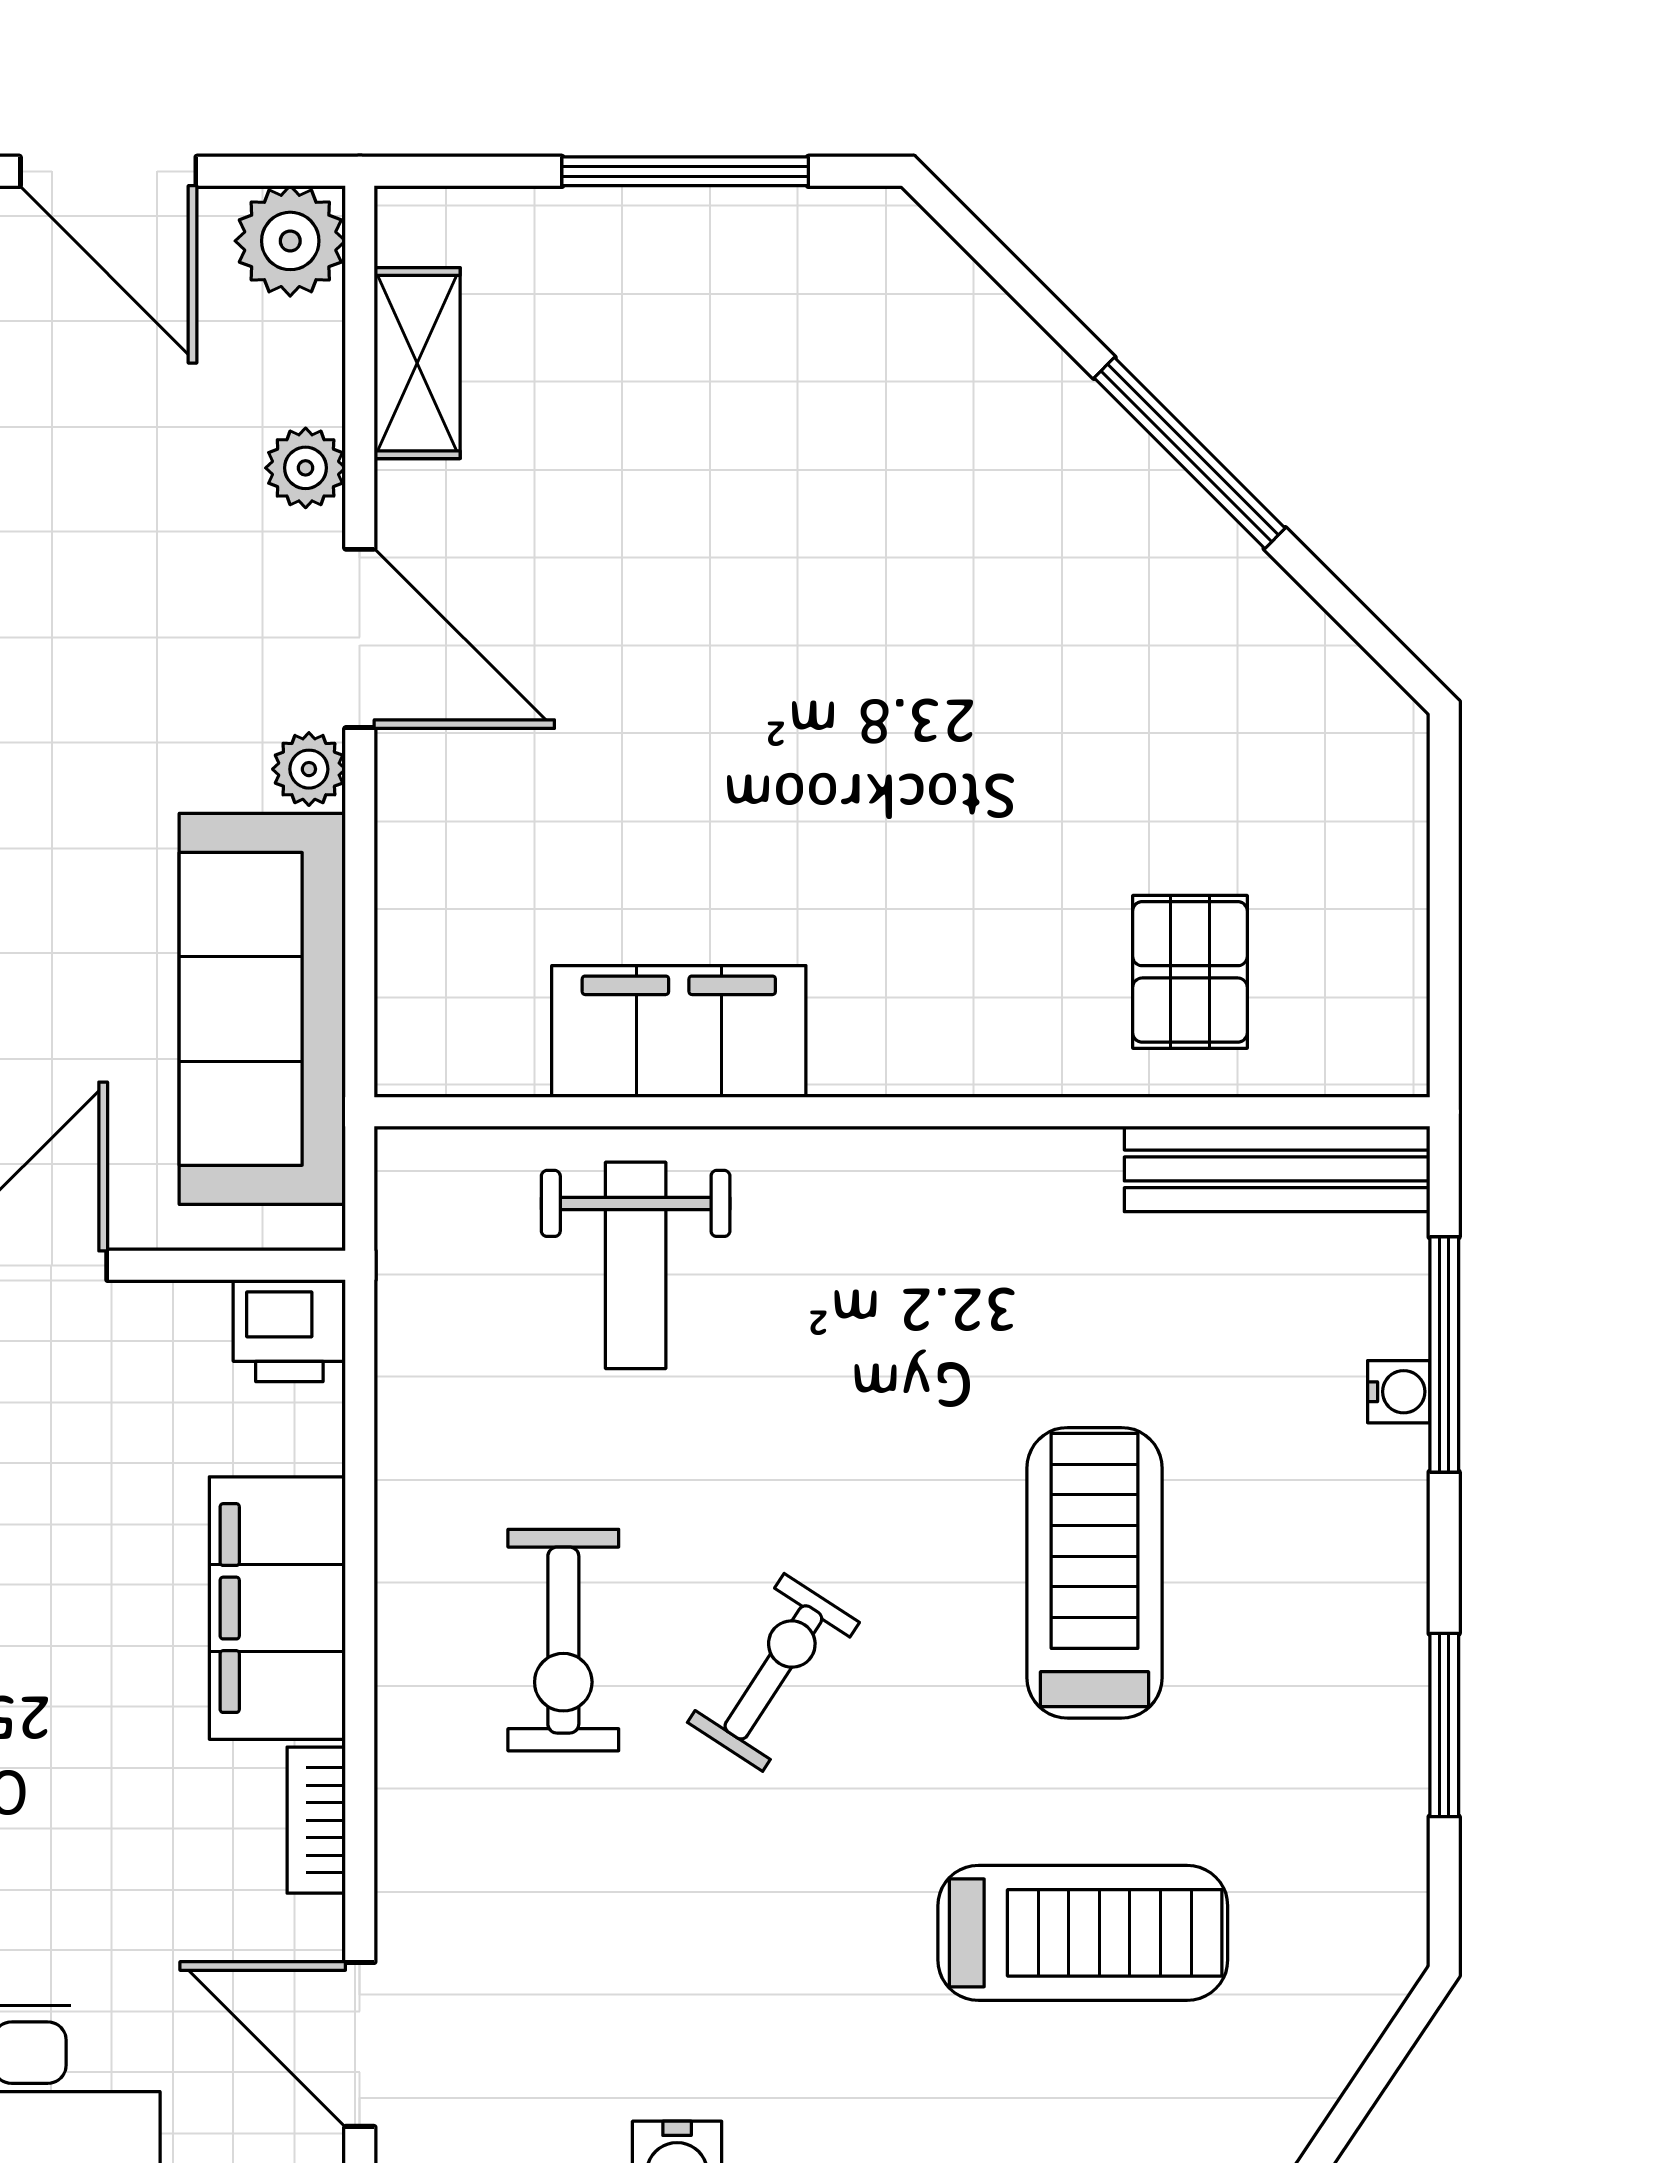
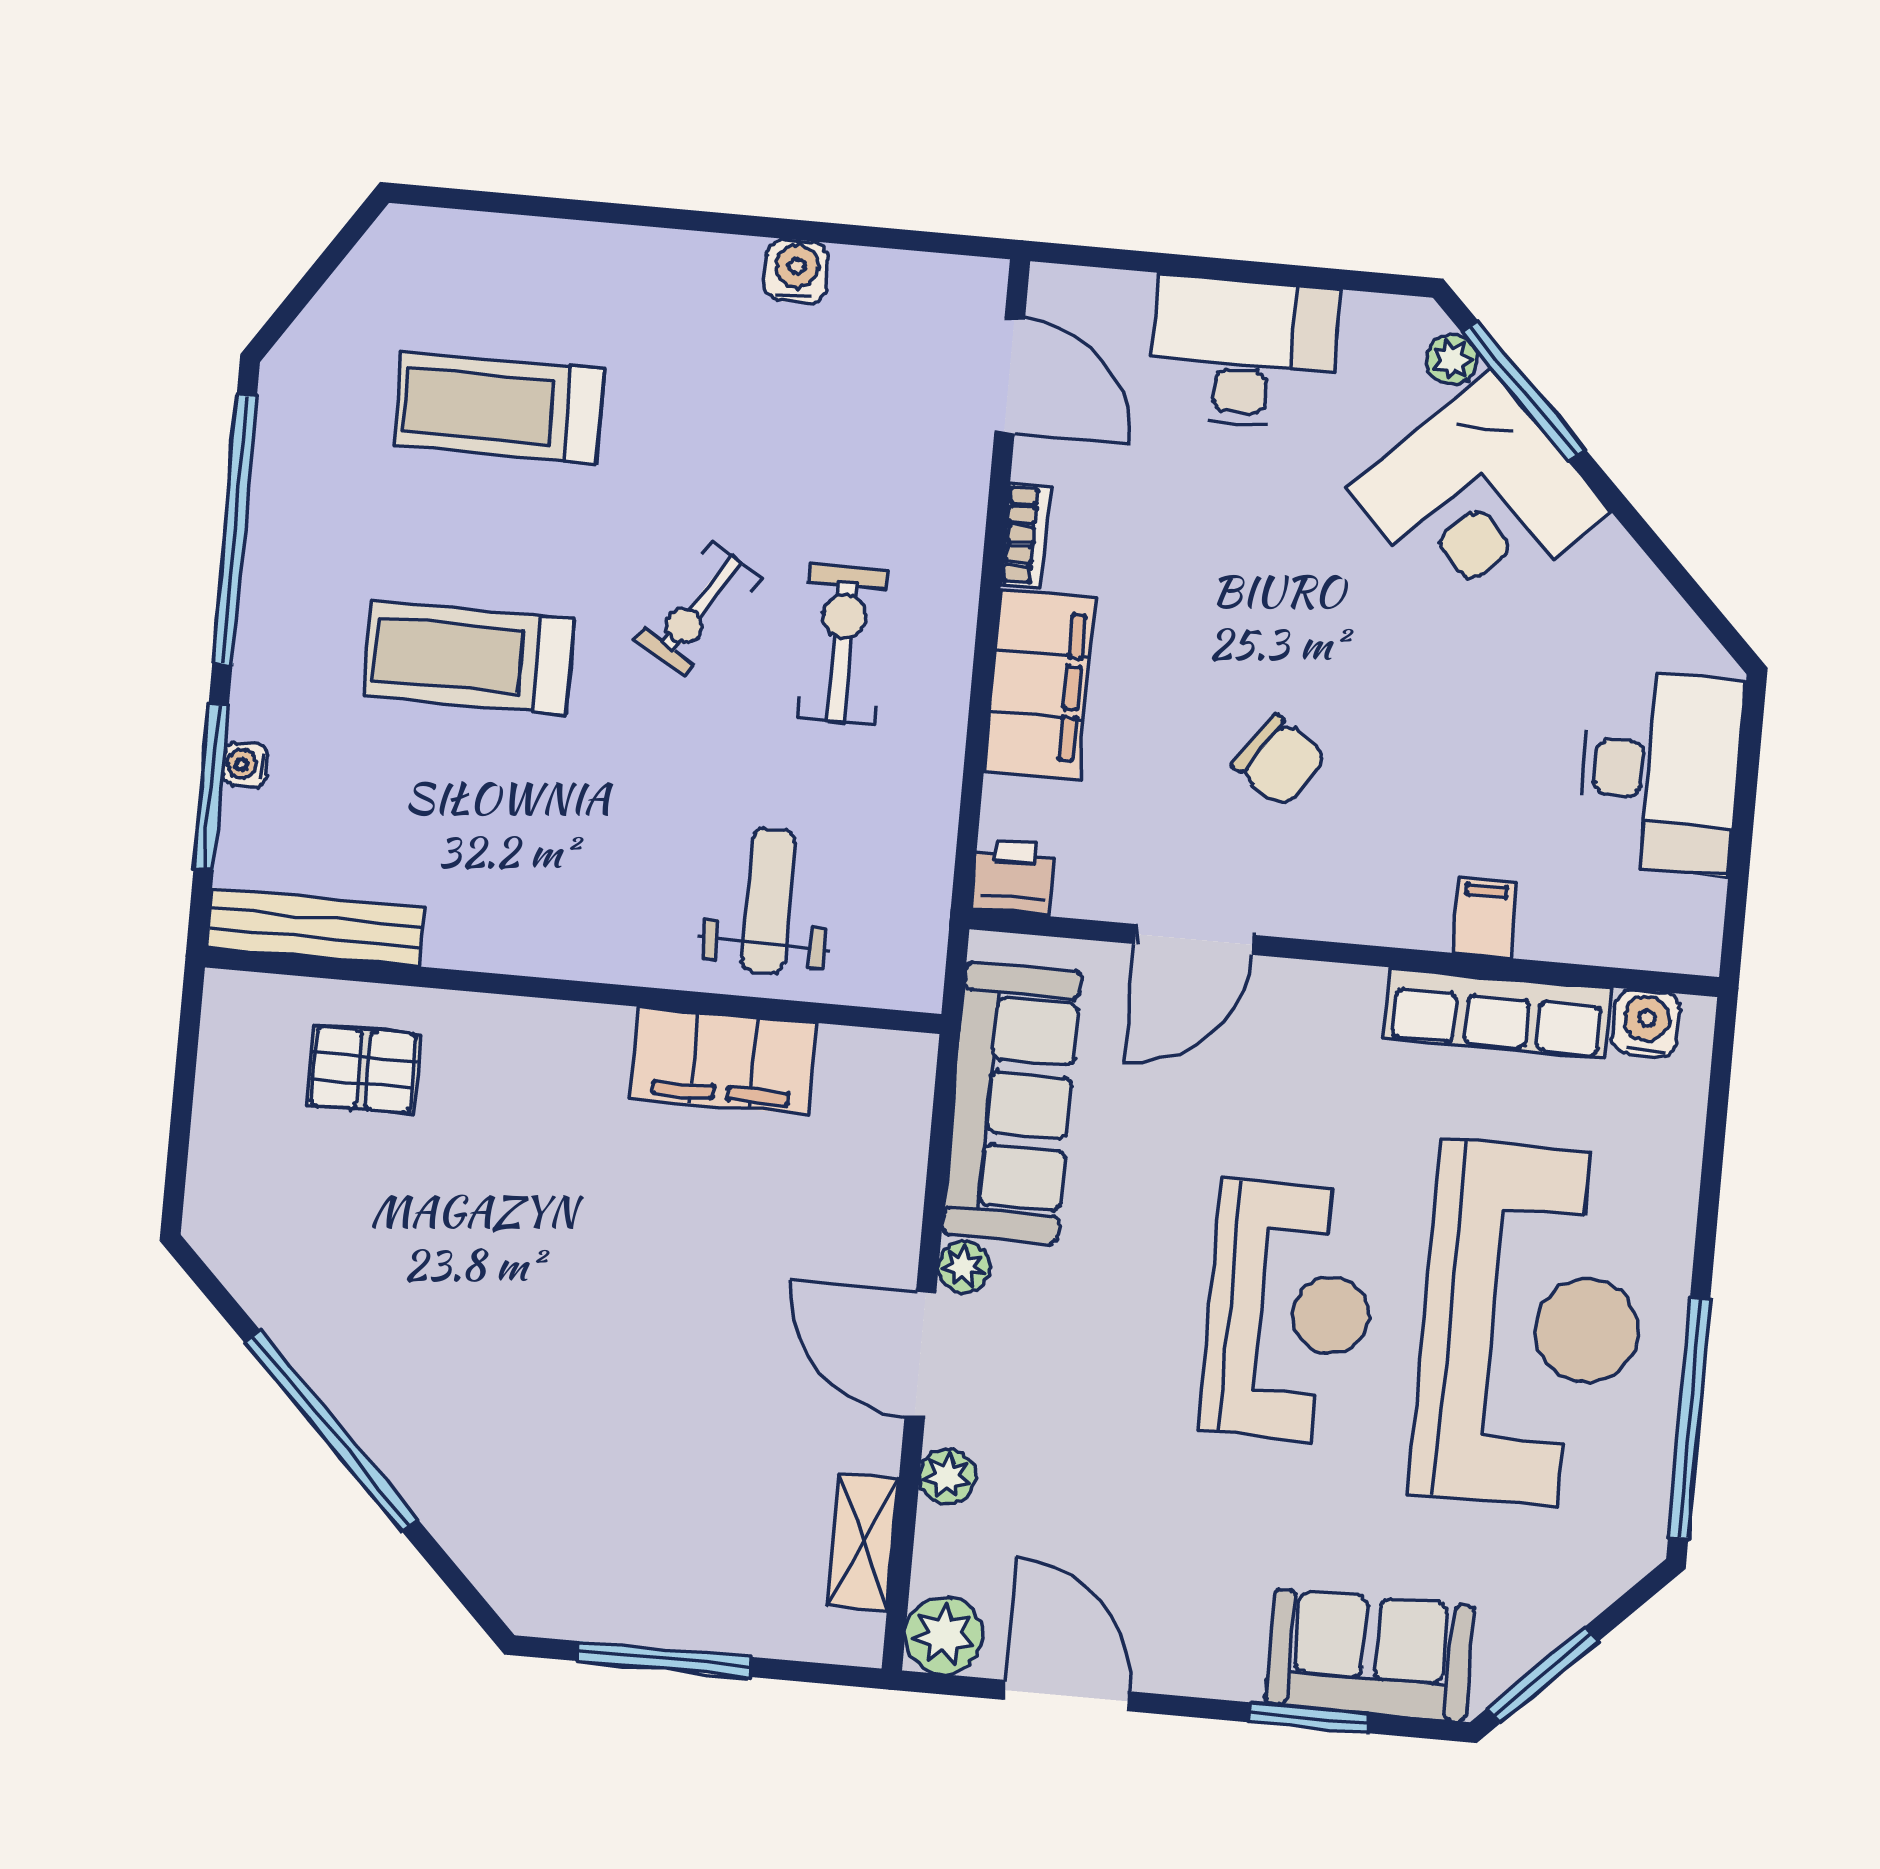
window: (1190, 453) -> (331, 1431), width x1.46
pallet: (1190, 972) -> (364, 1070), turned 90
treadmill: (1095, 1573) -> (468, 658), turned 90
window: (1444, 1725) -> (235, 529), width x2.11

